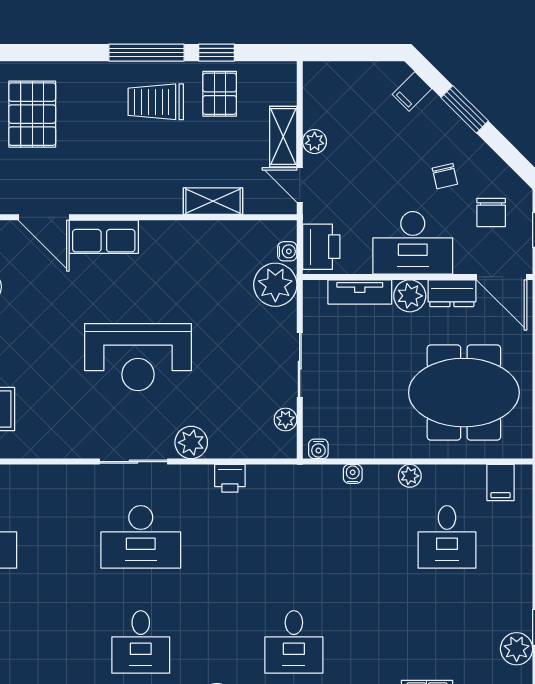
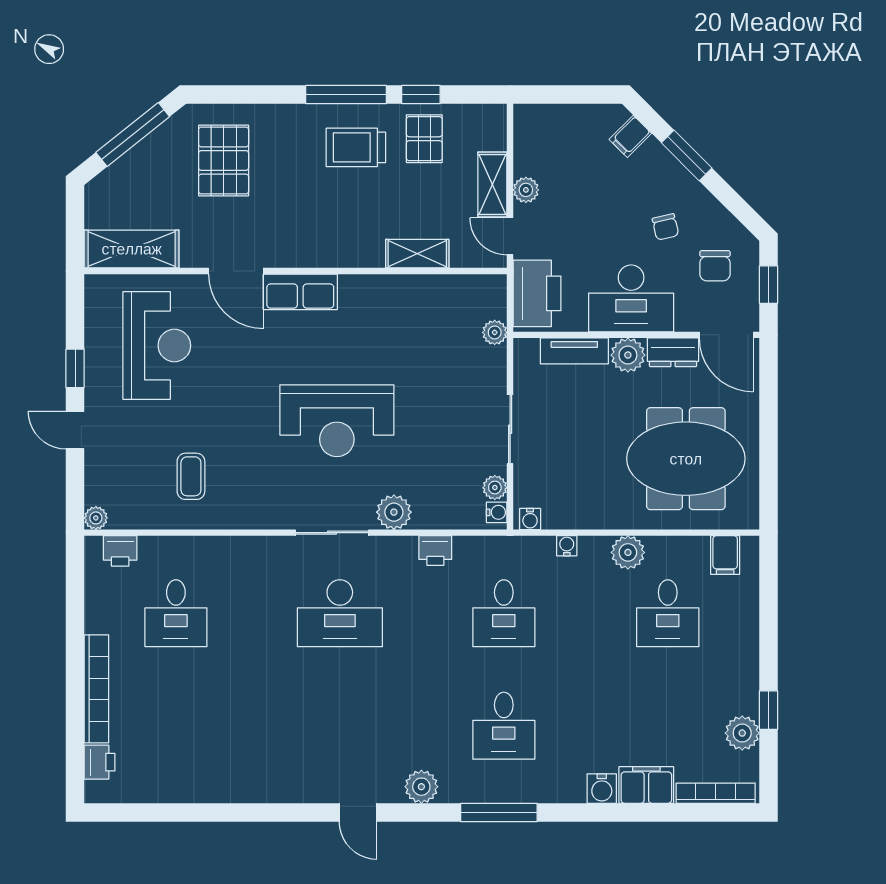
printer: (321, 247) -> (537, 293), width x1.37, depth x1.19
water cooler: (287, 251) -> (497, 512), moved
plant: (275, 285) -> (495, 332), width x0.53, depth x0.53
plant: (410, 476) -> (628, 552), width x1.38, depth x1.38
desk: (141, 642) -> (504, 613), moved

